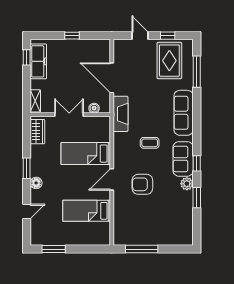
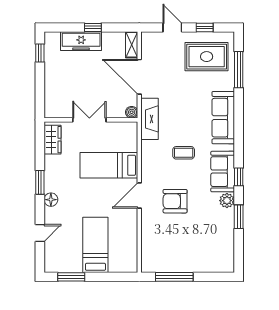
freezer: (38, 61) -> (81, 41), moved, turned 90
rug: (169, 61) -> (207, 57), turned 90
shelving: (35, 101) -> (132, 45), moved
boiler: (94, 108) -> (132, 112), moved
bed: (87, 211) -> (95, 245), moved, turned 90

